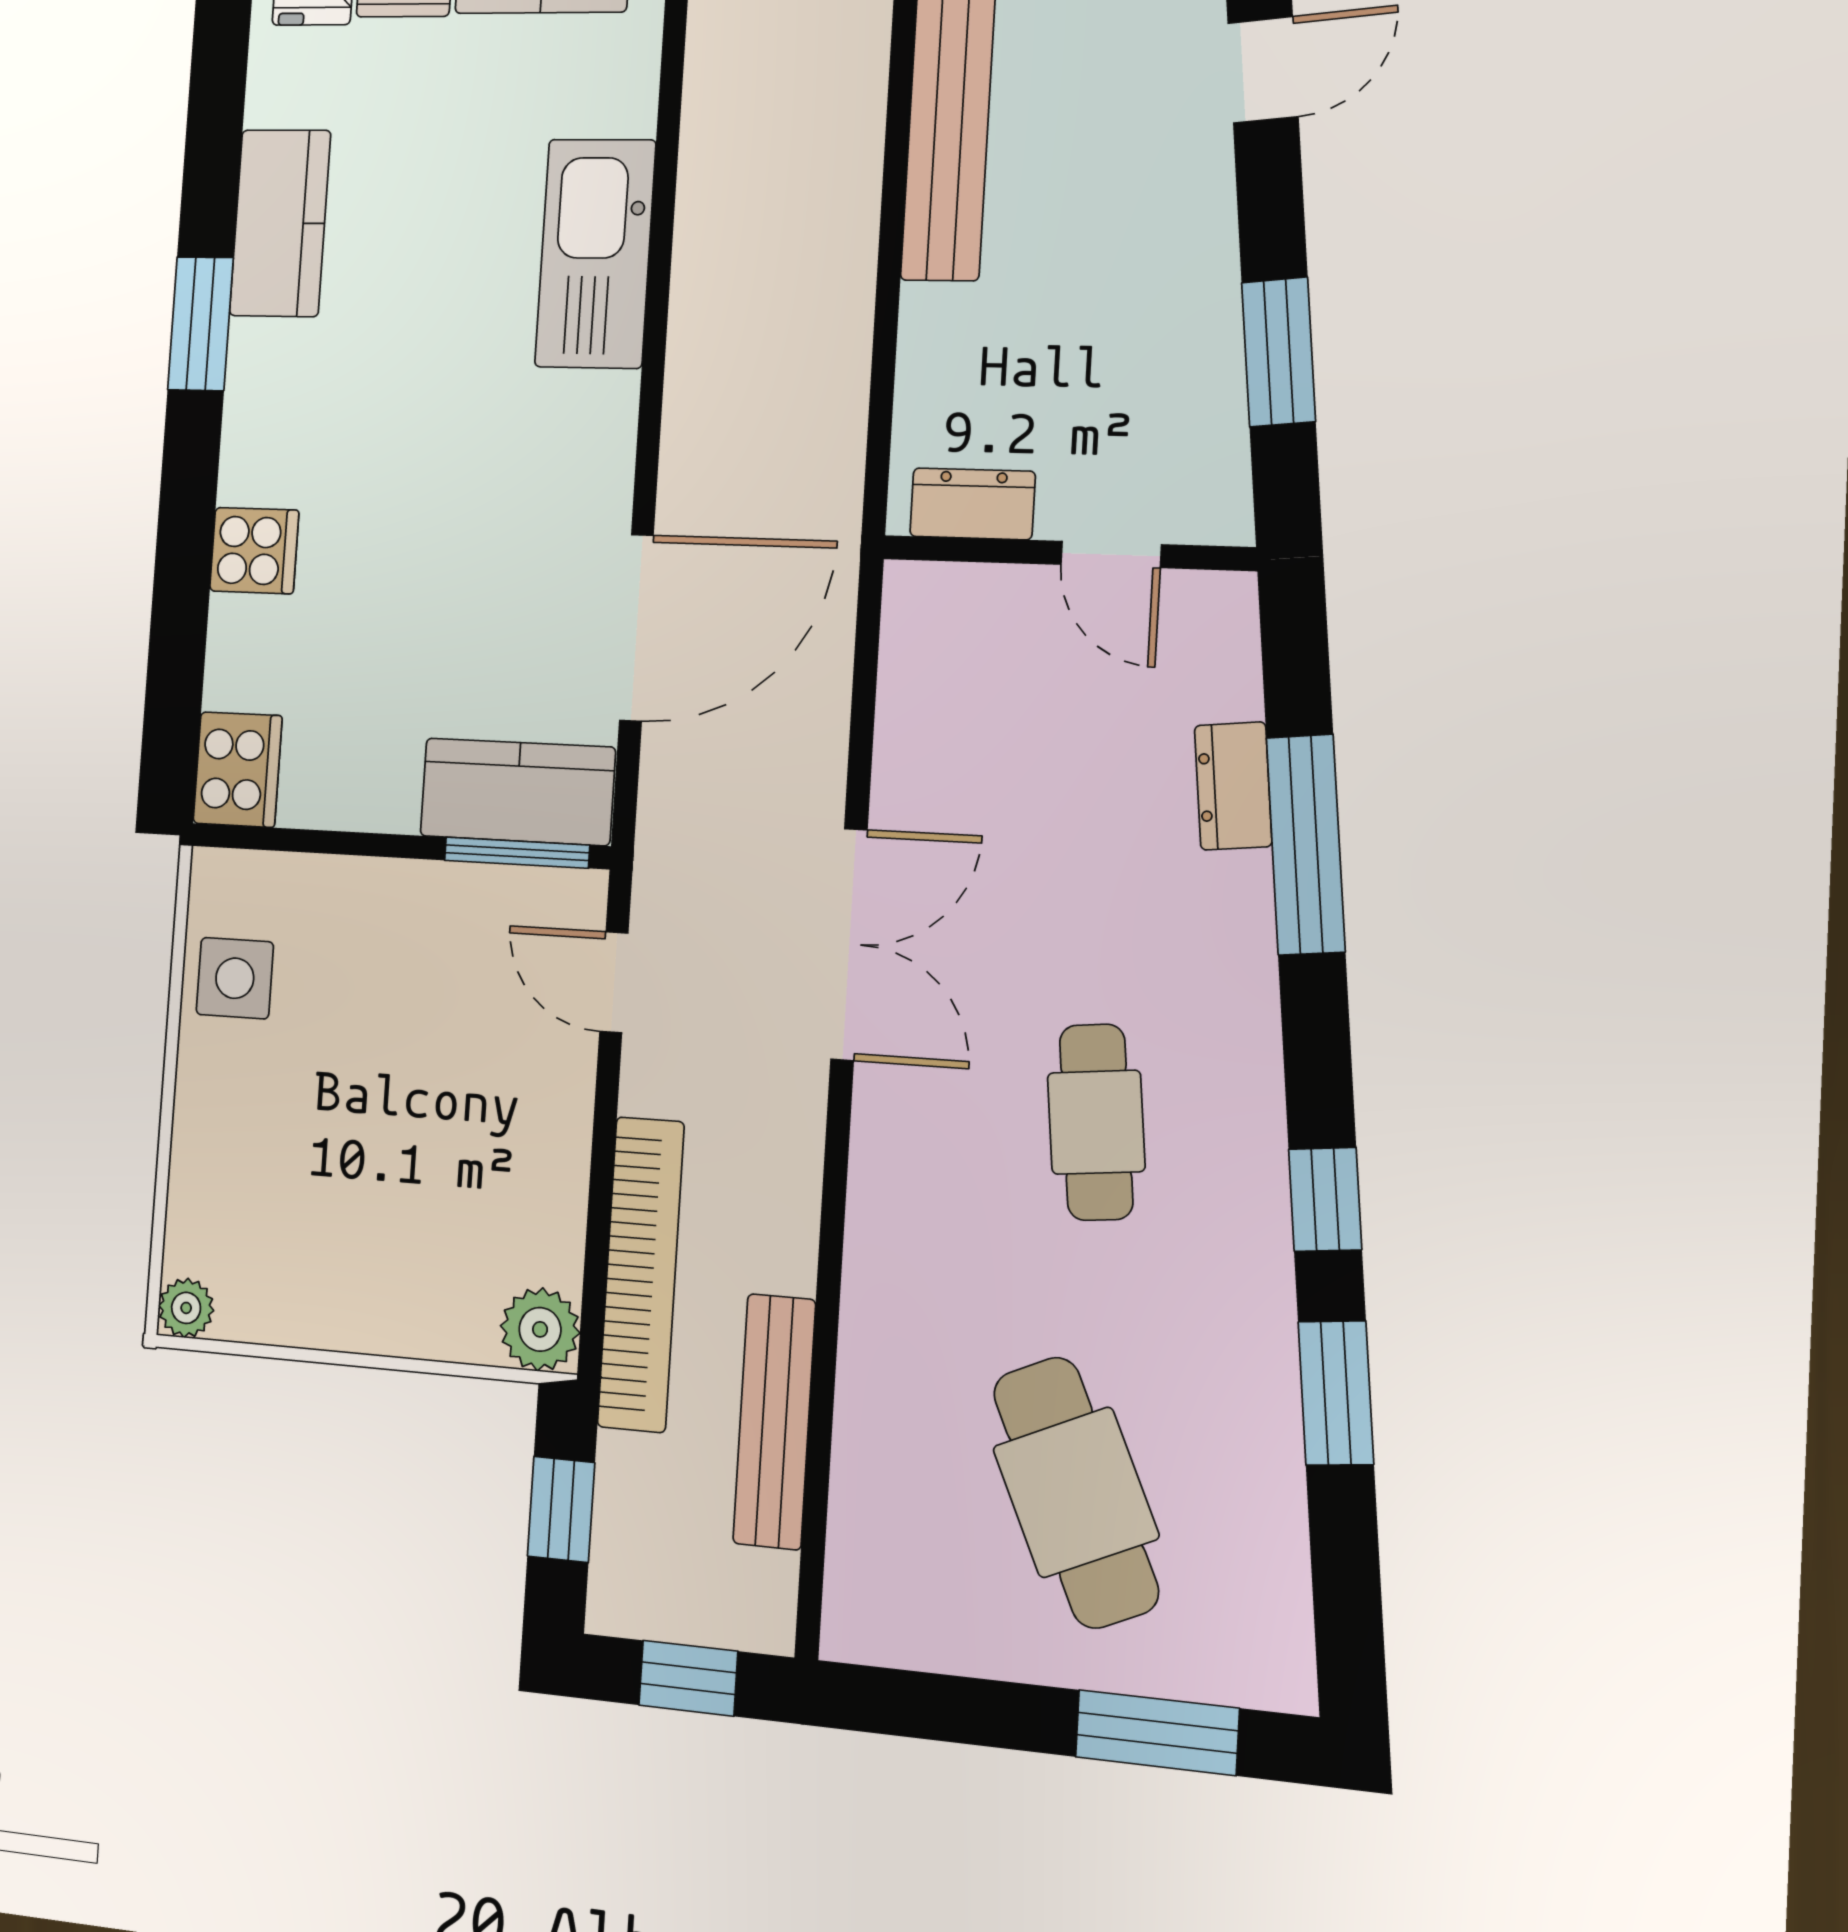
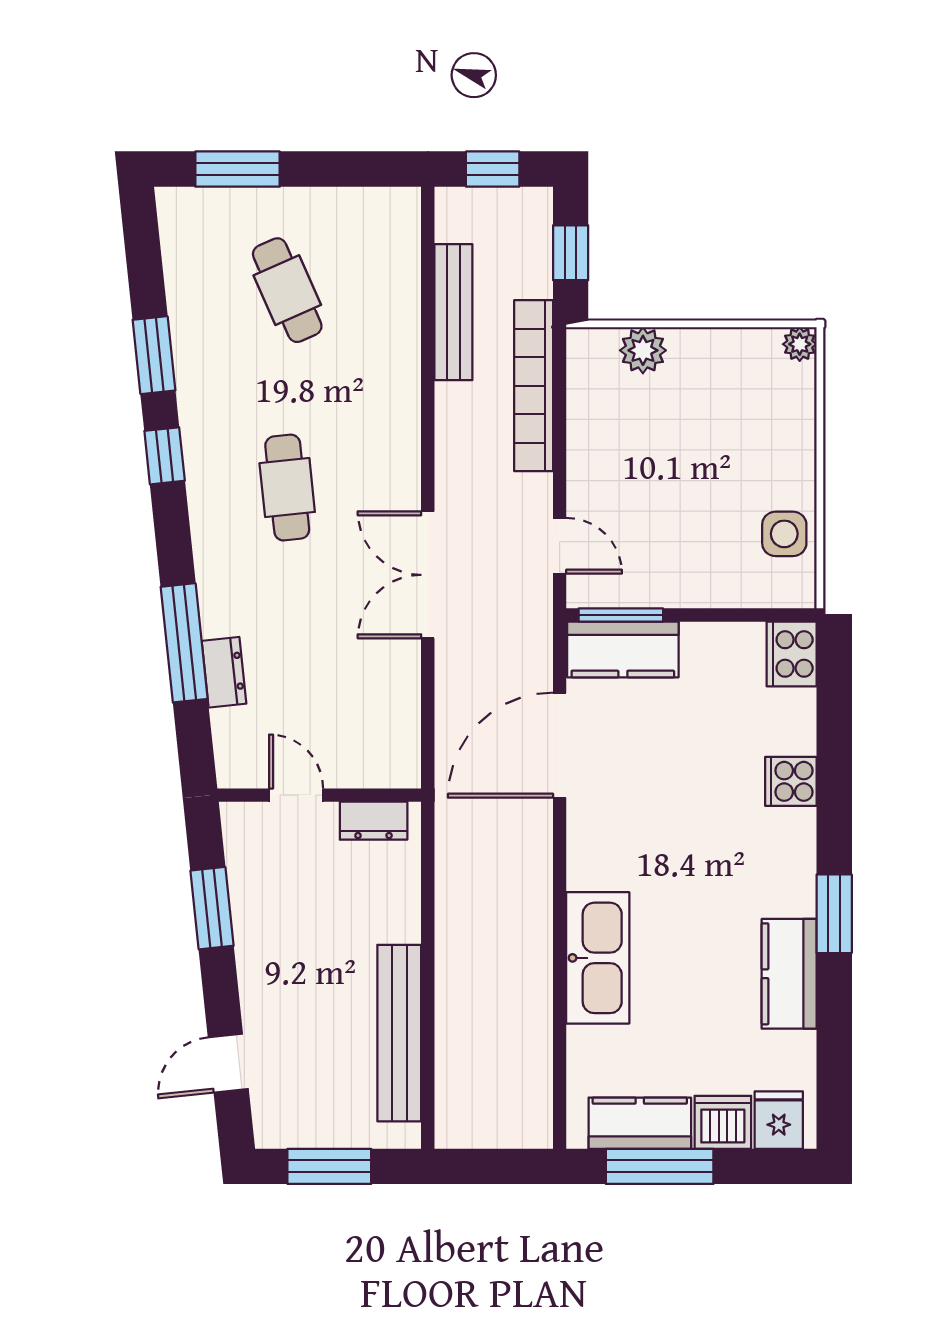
plant: (540, 1329) -> (643, 350), moved
cafe table: (1076, 1492) -> (287, 290), width x0.73, depth x0.74

